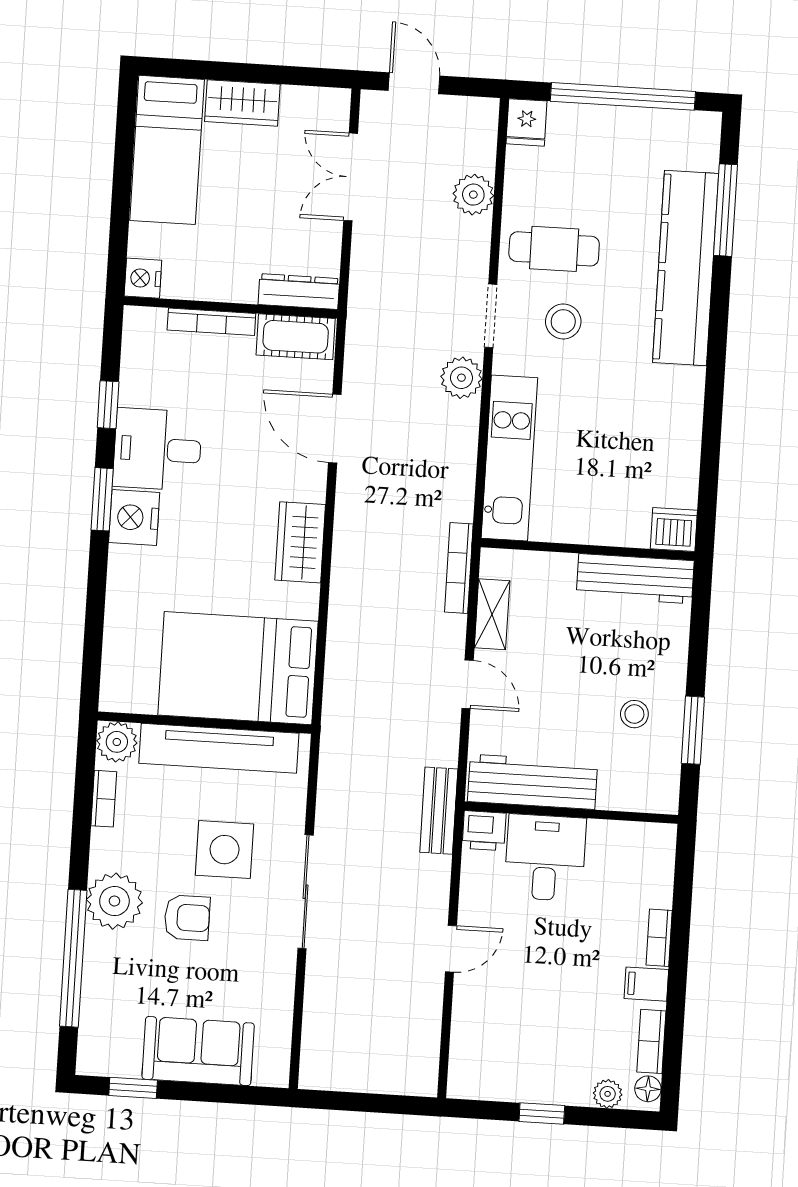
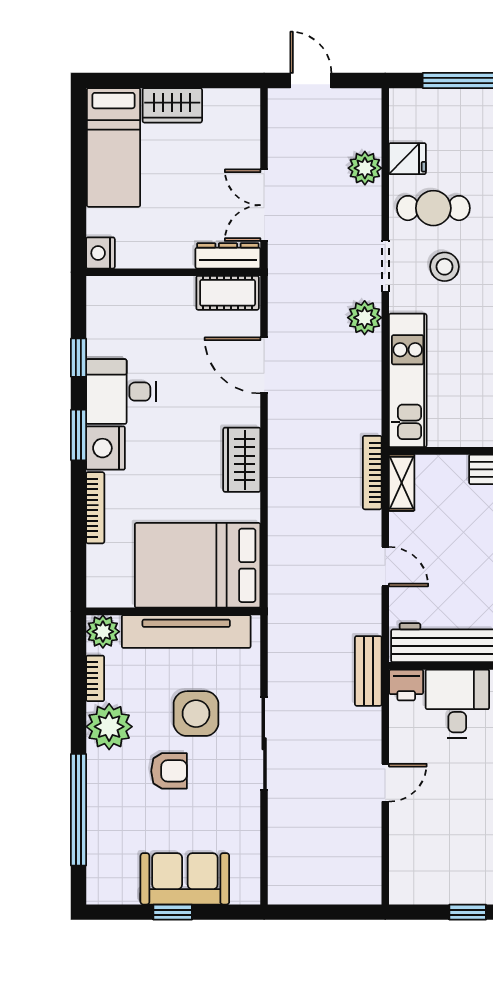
fridge: (527, 122) -> (407, 159), moved, turned -90
double door: (351, 177) -> (264, 205), moved
bookcase: (211, 322) -> (95, 508), moved, turned -90
shelving: (492, 614) -> (402, 483), moved
plant: (114, 901) -> (109, 727), moved
window: (133, 1088) -> (173, 912), moved

